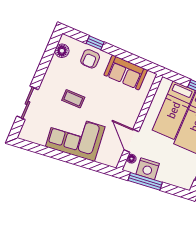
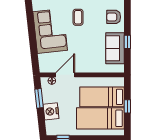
window: (95, 43) -> (127, 42), moved
nightstand: (148, 169) -> (51, 111), moved
window: (145, 181) -> (39, 98), width x0.69

